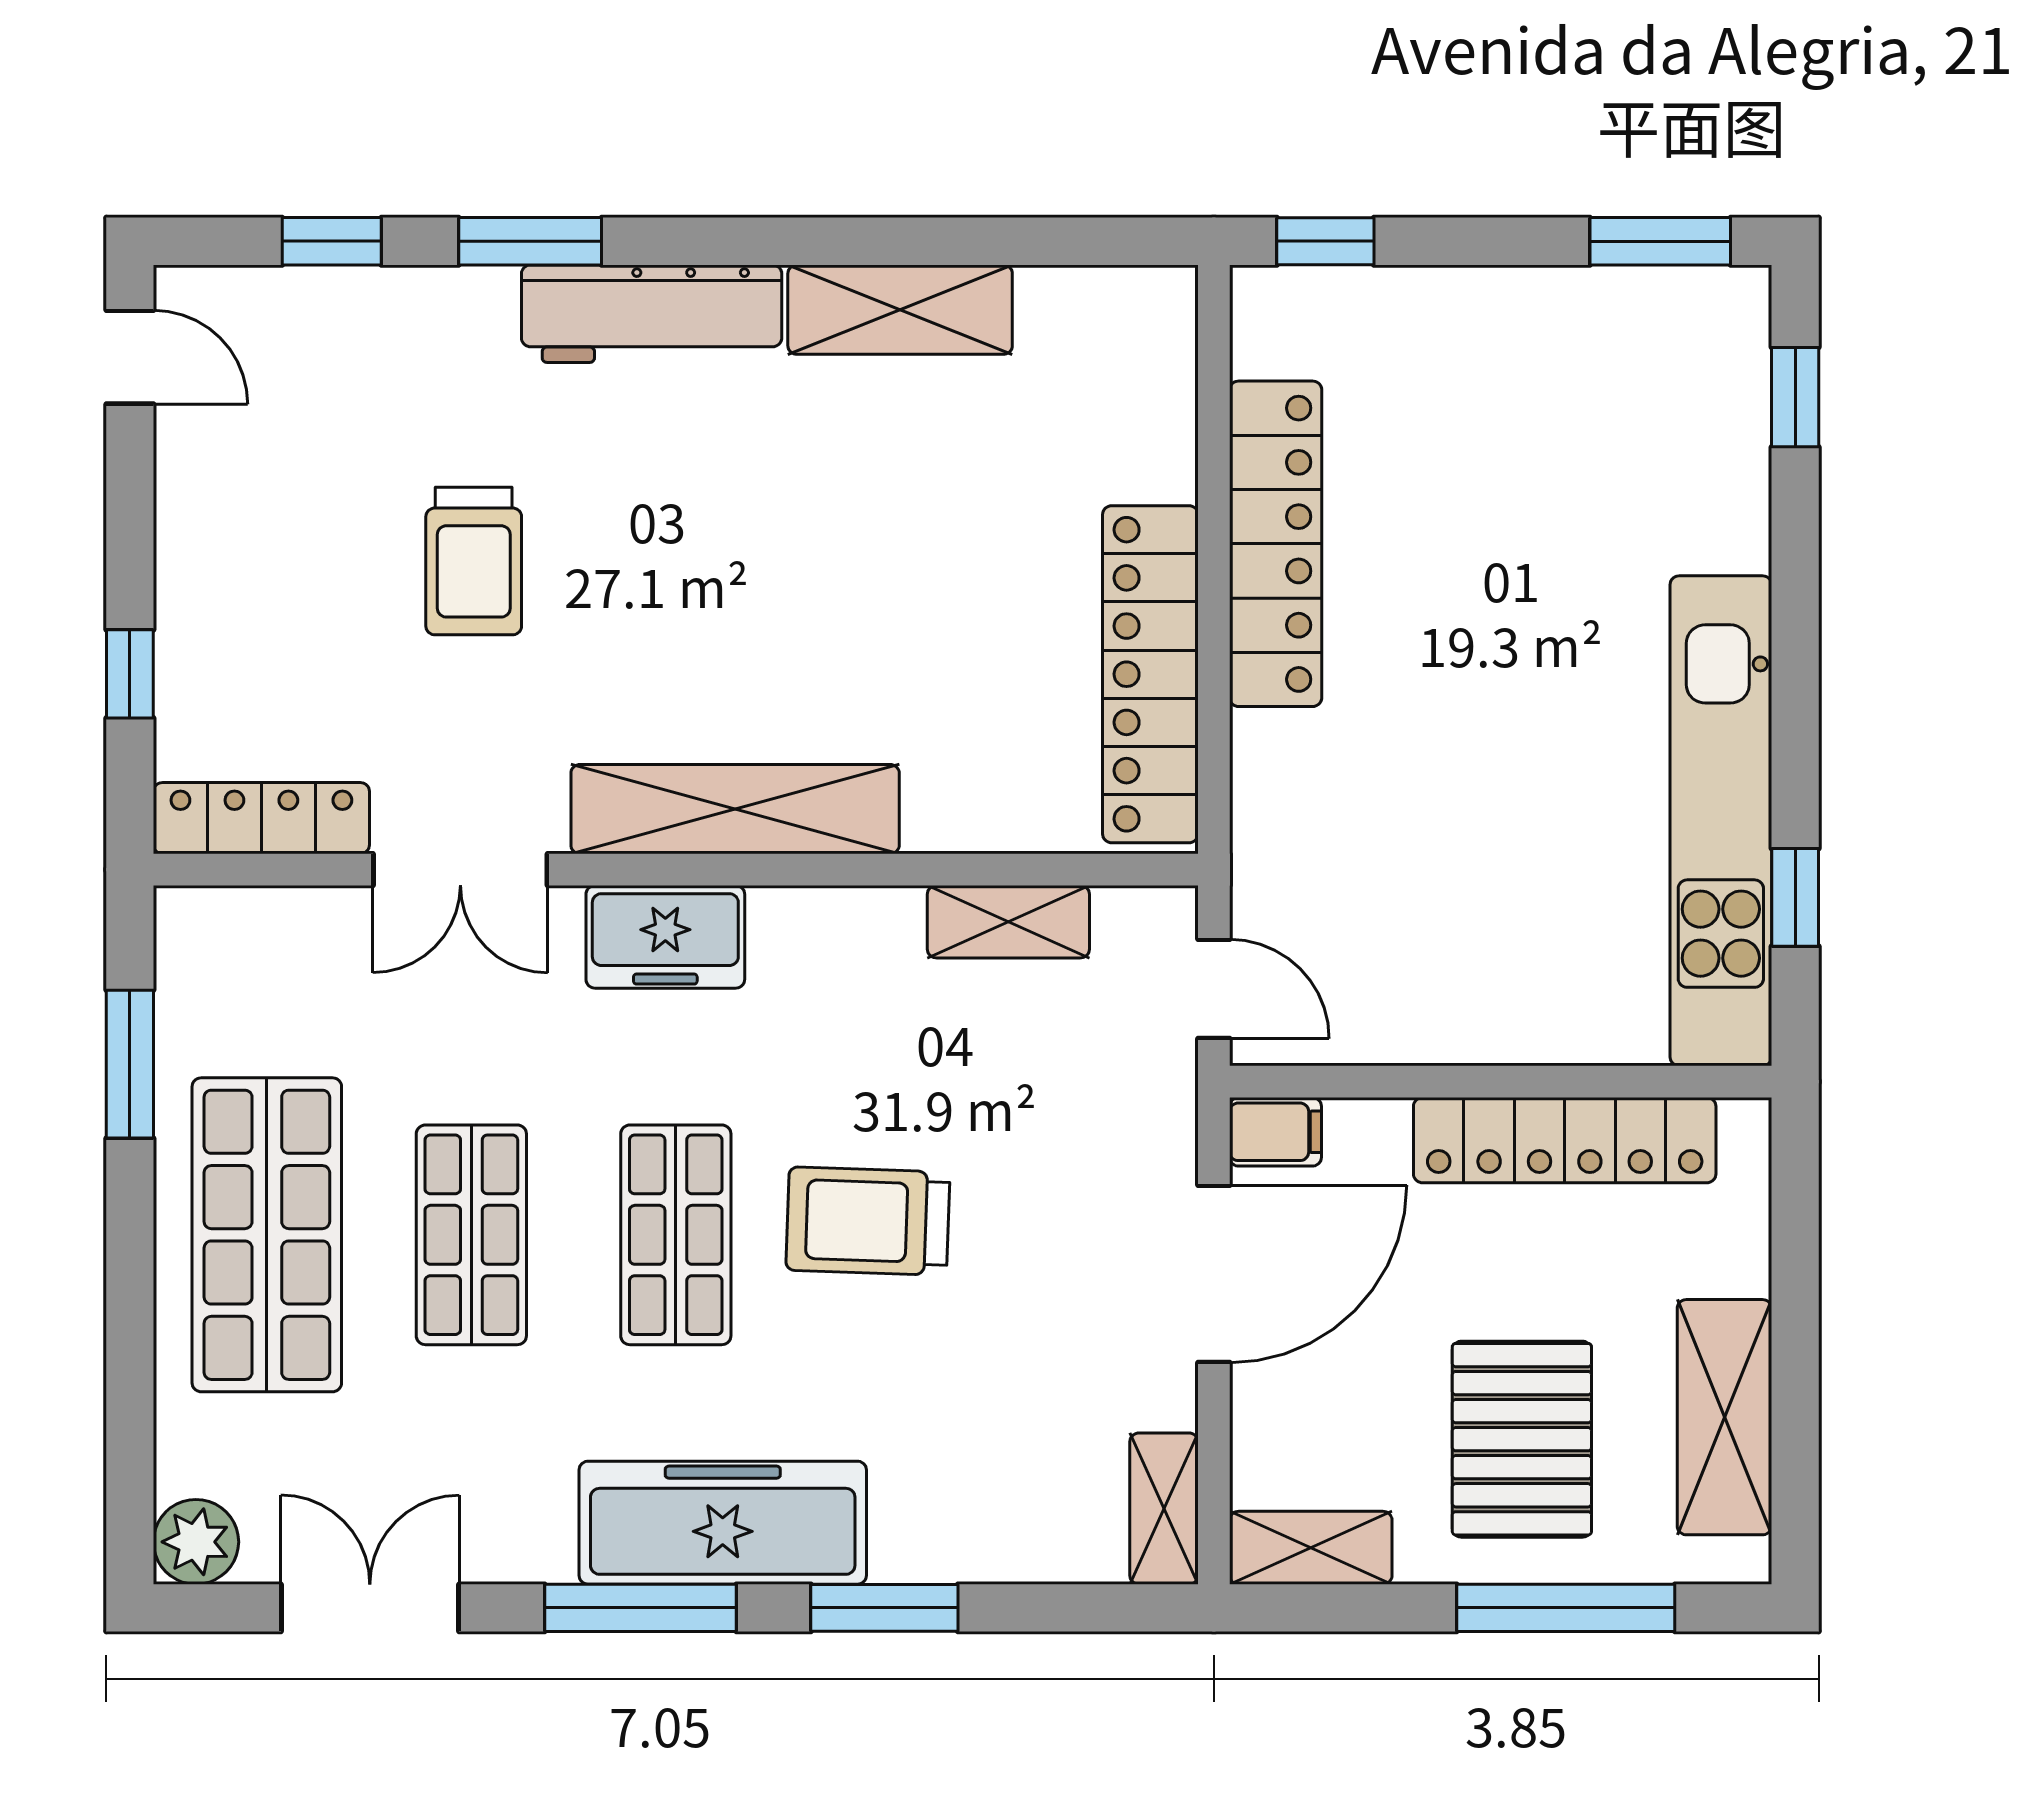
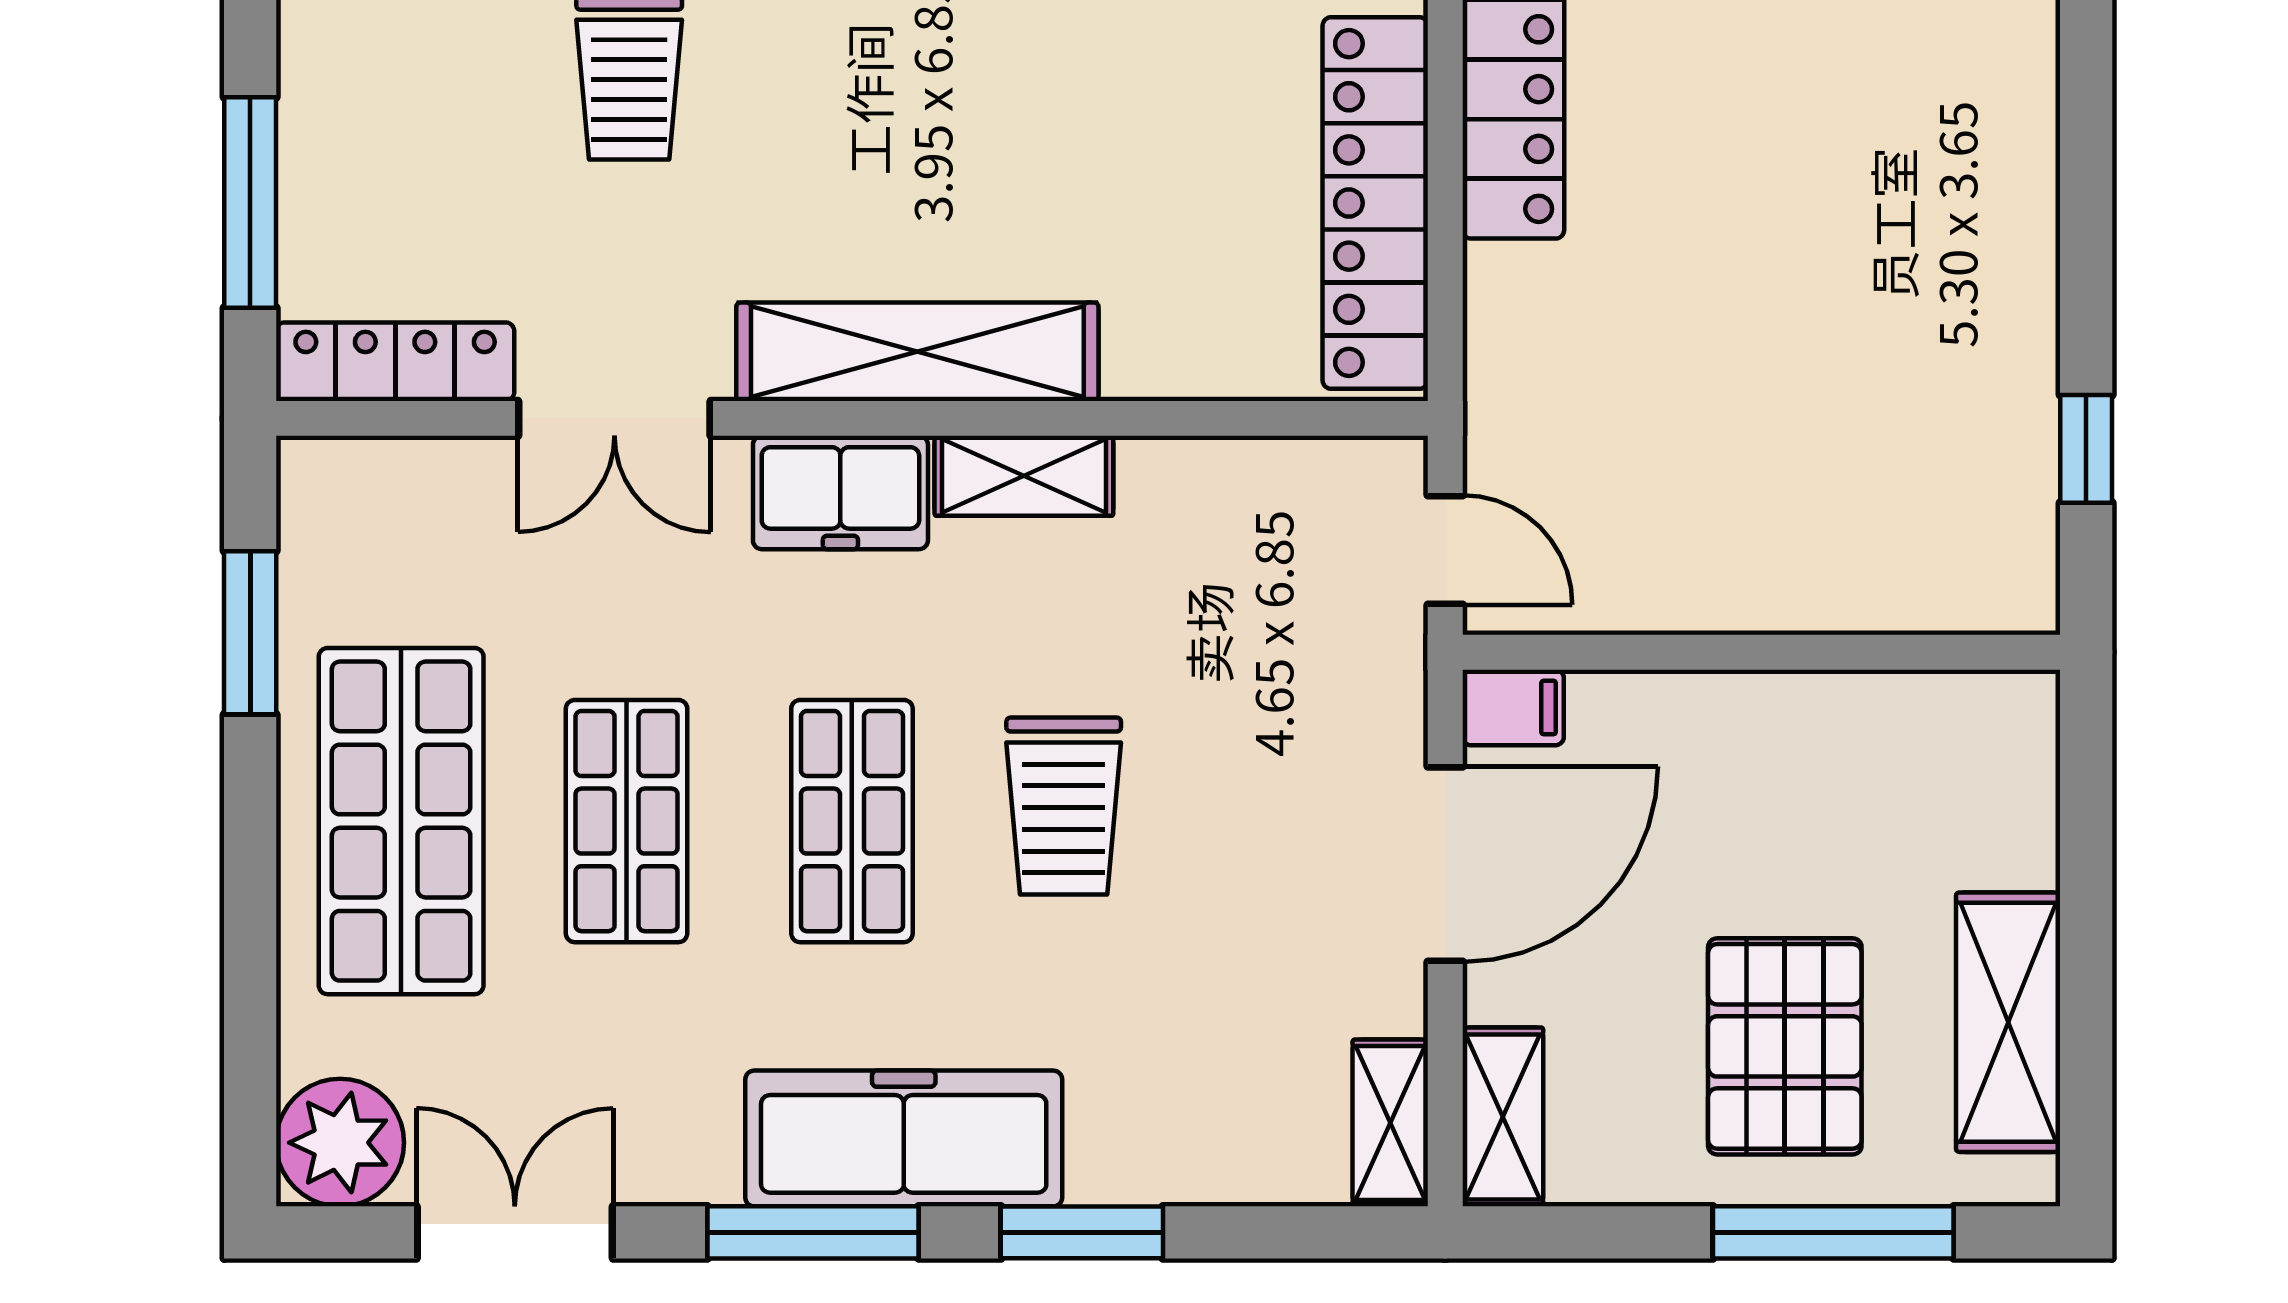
window: (130, 674) -> (250, 203), width x2.17
kitchen unit: (1721, 821) -> (2004, 365), removed
shelving: (1008, 922) -> (1024, 476), moved
locker: (1565, 1140) -> (1832, 717), removed
trolley: (868, 1221) -> (1064, 806), turned -92
plant: (196, 1542) -> (340, 1143), width x1.36, depth x1.36
shelving: (1311, 1548) -> (1503, 1117), moved, turned 90

